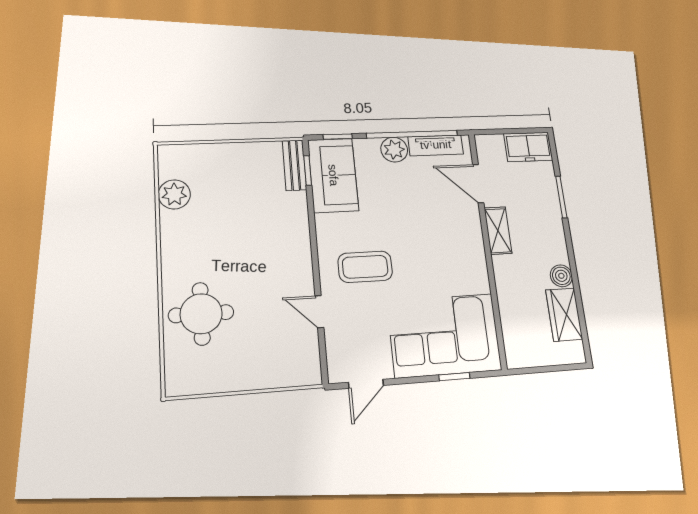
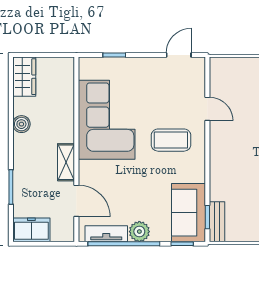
wardrobe: (564, 315) -> (24, 77), moved
corner sofa: (444, 335) -> (107, 120), moved, turned -90

